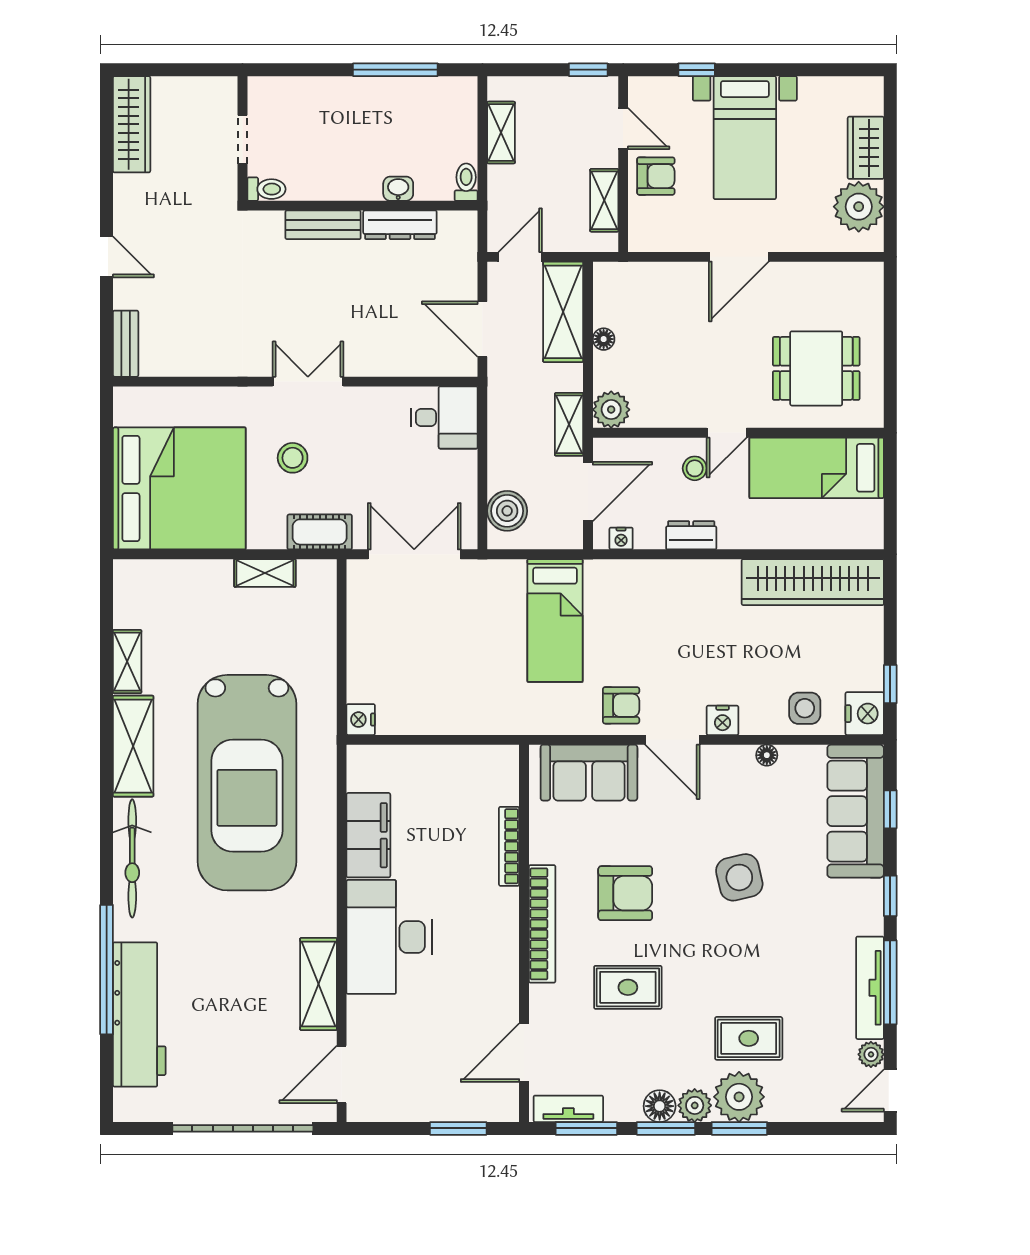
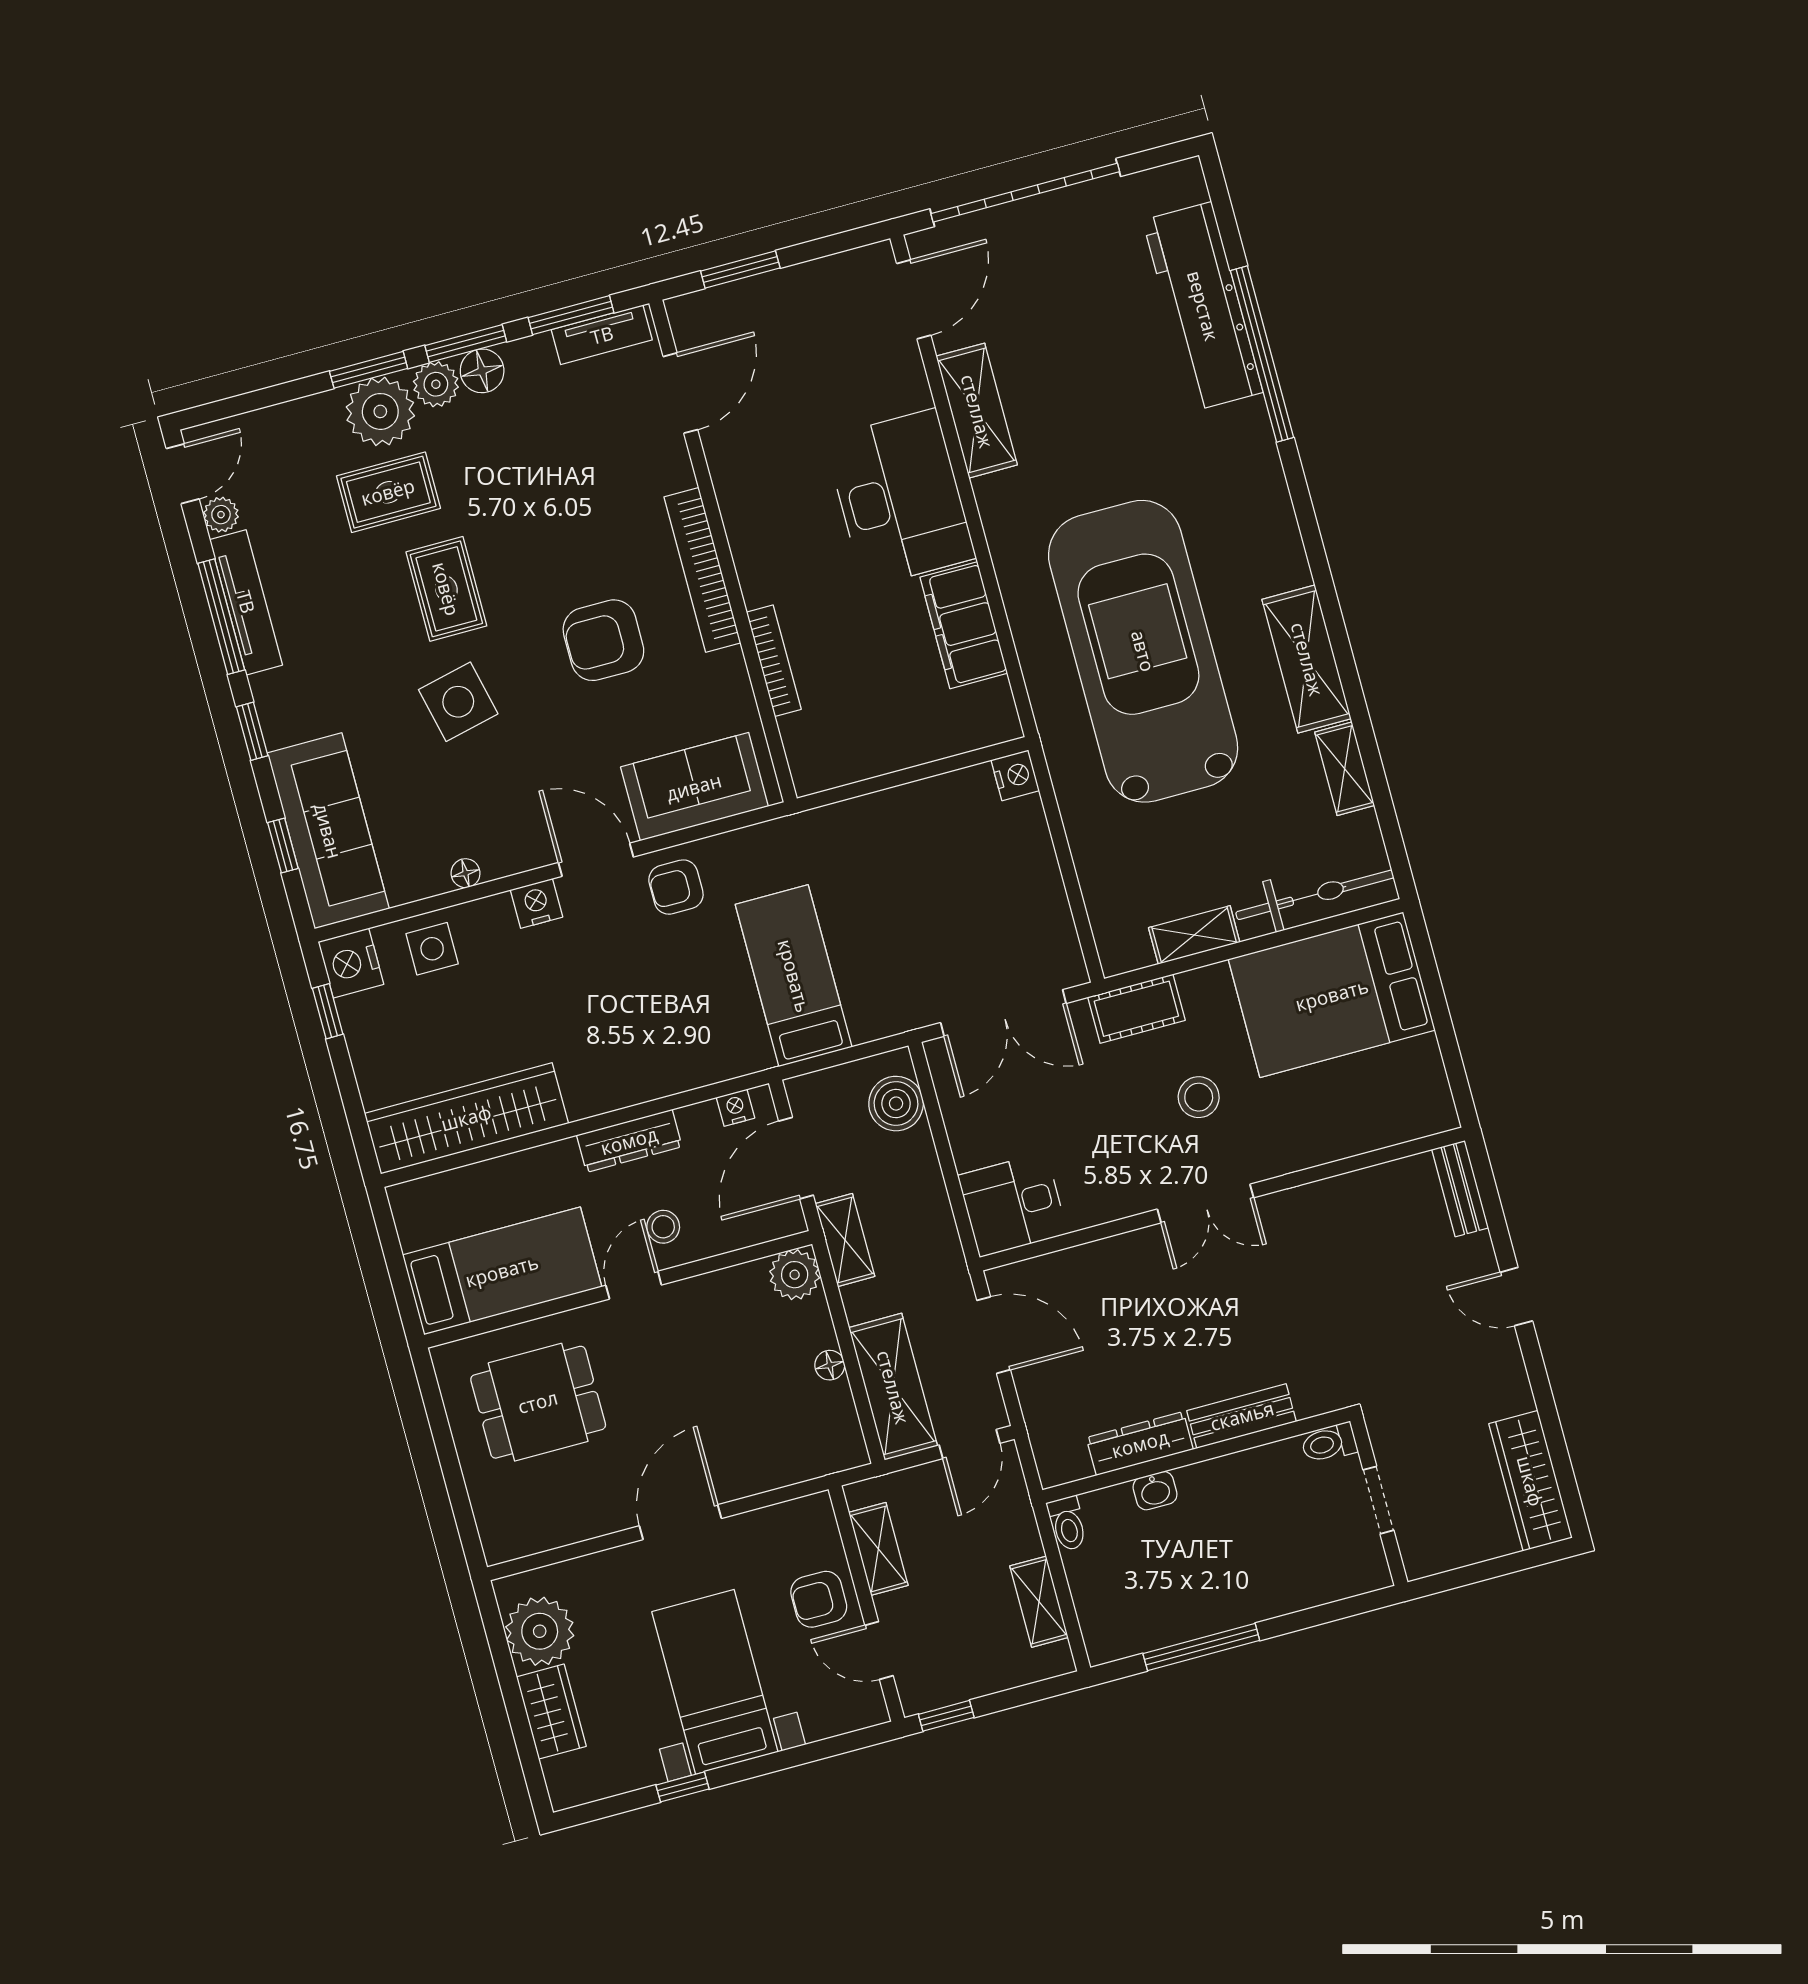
window: (697, 70) -> (683, 1787), moved
bed: (179, 488) -> (1332, 995), width x0.73
dresser: (691, 535) -> (629, 1141), width x1.44
bicycle: (132, 858) -> (1315, 895), moved, turned 90
rug: (628, 987) -> (446, 589), moved, turned 90

